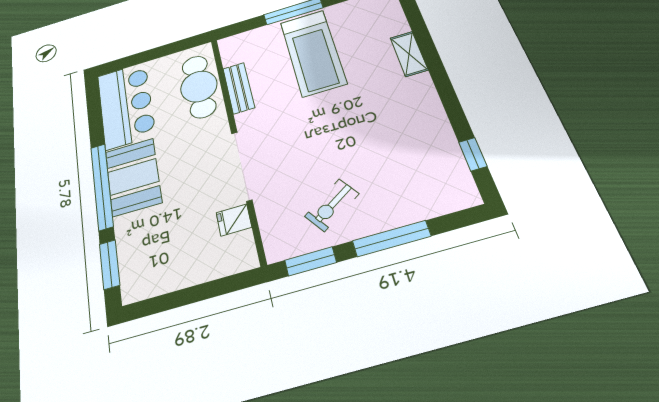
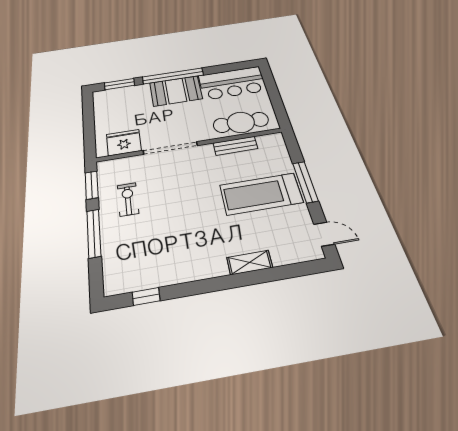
exercise bike: (332, 205) -> (128, 199), turned 34
fridge: (234, 220) -> (124, 142), width x1.88, depth x1.34

